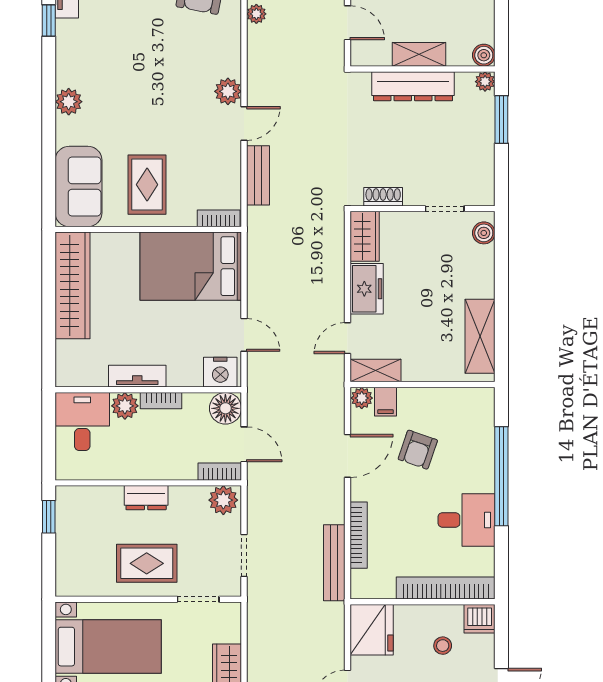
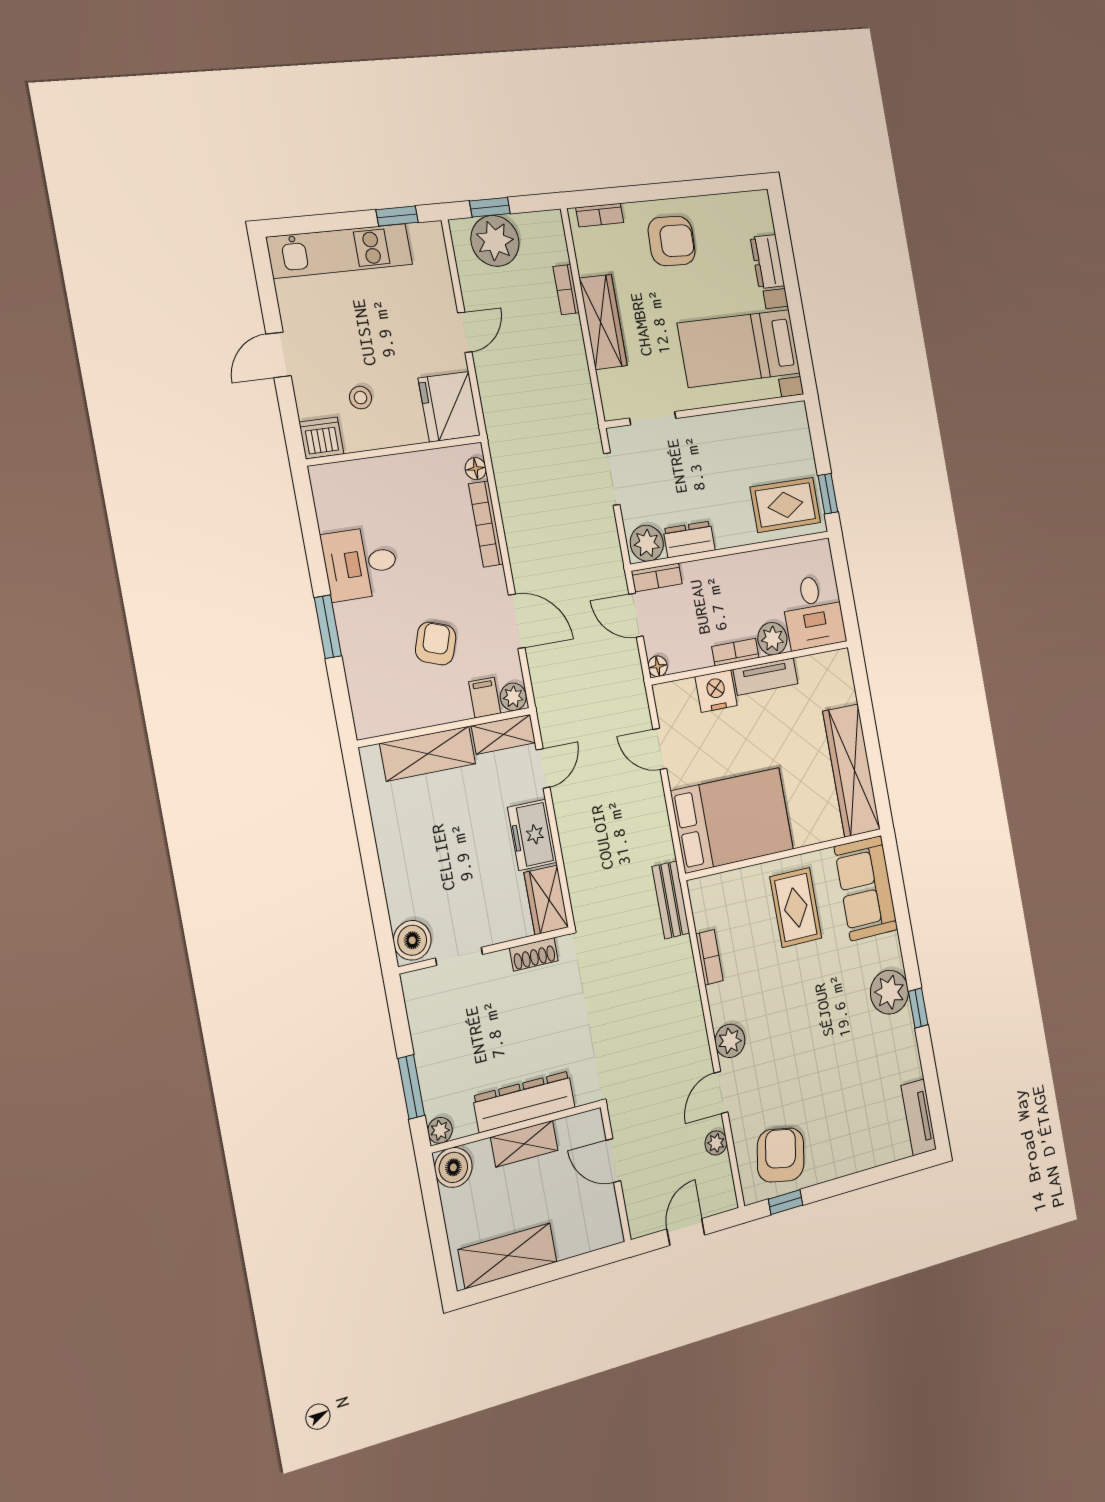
window: (49, 21) -> (918, 1008), moved
boiler: (484, 55) -> (453, 1167), width x1.36, depth x1.36
plant: (69, 102) -> (889, 992), width x1.36, depth x1.36
door: (244, 123) -> (721, 1093), moved
bench: (258, 175) -> (671, 900), moved
bookcase: (219, 218) -> (709, 957), moved, turned -90
boiler: (484, 233) -> (412, 940), width x1.36, depth x1.36
shelving: (480, 336) -> (428, 754), moved, turned 90
nightstand: (220, 372) -> (716, 691), moved
floor lamp: (225, 408) -> (658, 666), width x0.53, depth x0.53
door: (348, 456) -> (517, 621), swing flipped
window: (501, 476) -> (328, 627), width x0.47
dresser: (146, 498) -> (689, 539), moved
rug: (147, 563) -> (785, 505), moved
bench: (334, 563) -> (508, 485), removed
floor lamp: (359, 579) -> (476, 469), added
bookcase: (446, 588) -> (370, 472), removed

